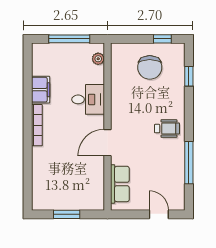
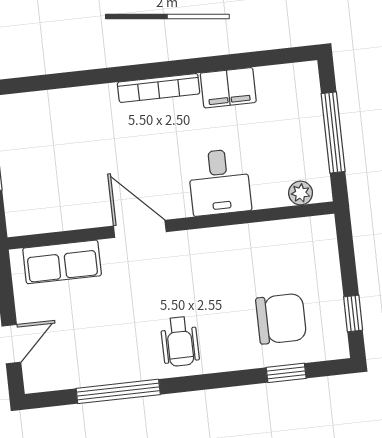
chair: (150, 67) -> (281, 319), moved, turned 180

